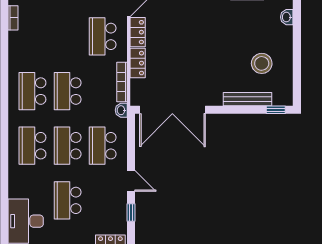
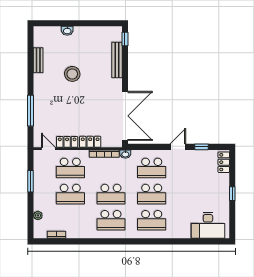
washbasin: (287, 17) -> (67, 31), moved
stool: (262, 63) -> (72, 74), moved
school desk: (68, 200) -> (70, 194), moved

